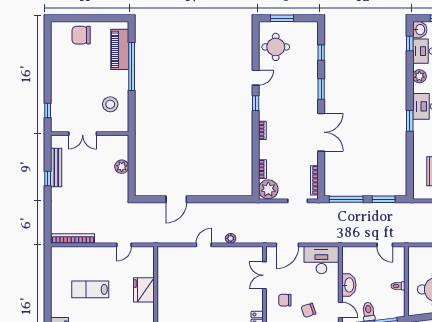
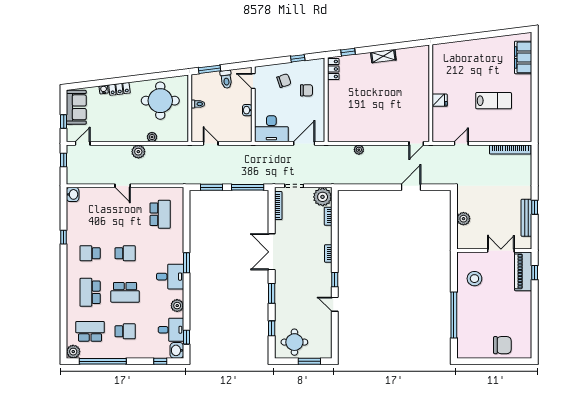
round table: (276, 47) -> (294, 342), moved
piano: (120, 49) -> (523, 271), moved, turned 180
door: (256, 78) -> (335, 304), hinge flipped
door: (204, 245) -> (416, 143), moved
double door: (265, 275) -> (326, 114), removed
washbasin: (349, 285) -> (247, 110), width x0.52, depth x0.69
fridge: (144, 290) -> (440, 100), width x0.53, depth x0.75

